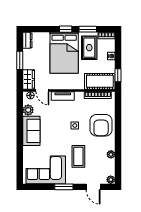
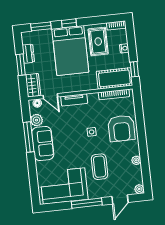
window: (88, 29) -> (41, 26), moved
dresser: (27, 40) -> (28, 54), moved
window: (20, 124) -> (29, 137), added
window: (64, 187) -> (87, 203), width x1.44
door: (93, 187) -> (120, 199), hinge flipped

